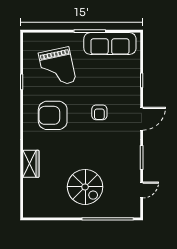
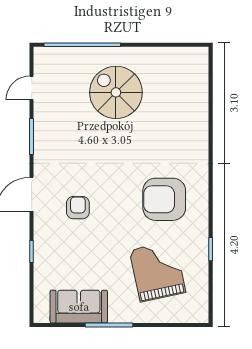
sofa: (110, 44) -> (79, 307), width x0.73
armchair: (99, 112) -> (78, 208), moved
armchair: (53, 115) -> (164, 199), turned 180
wardrobe: (31, 164) -> (197, 127), removed

